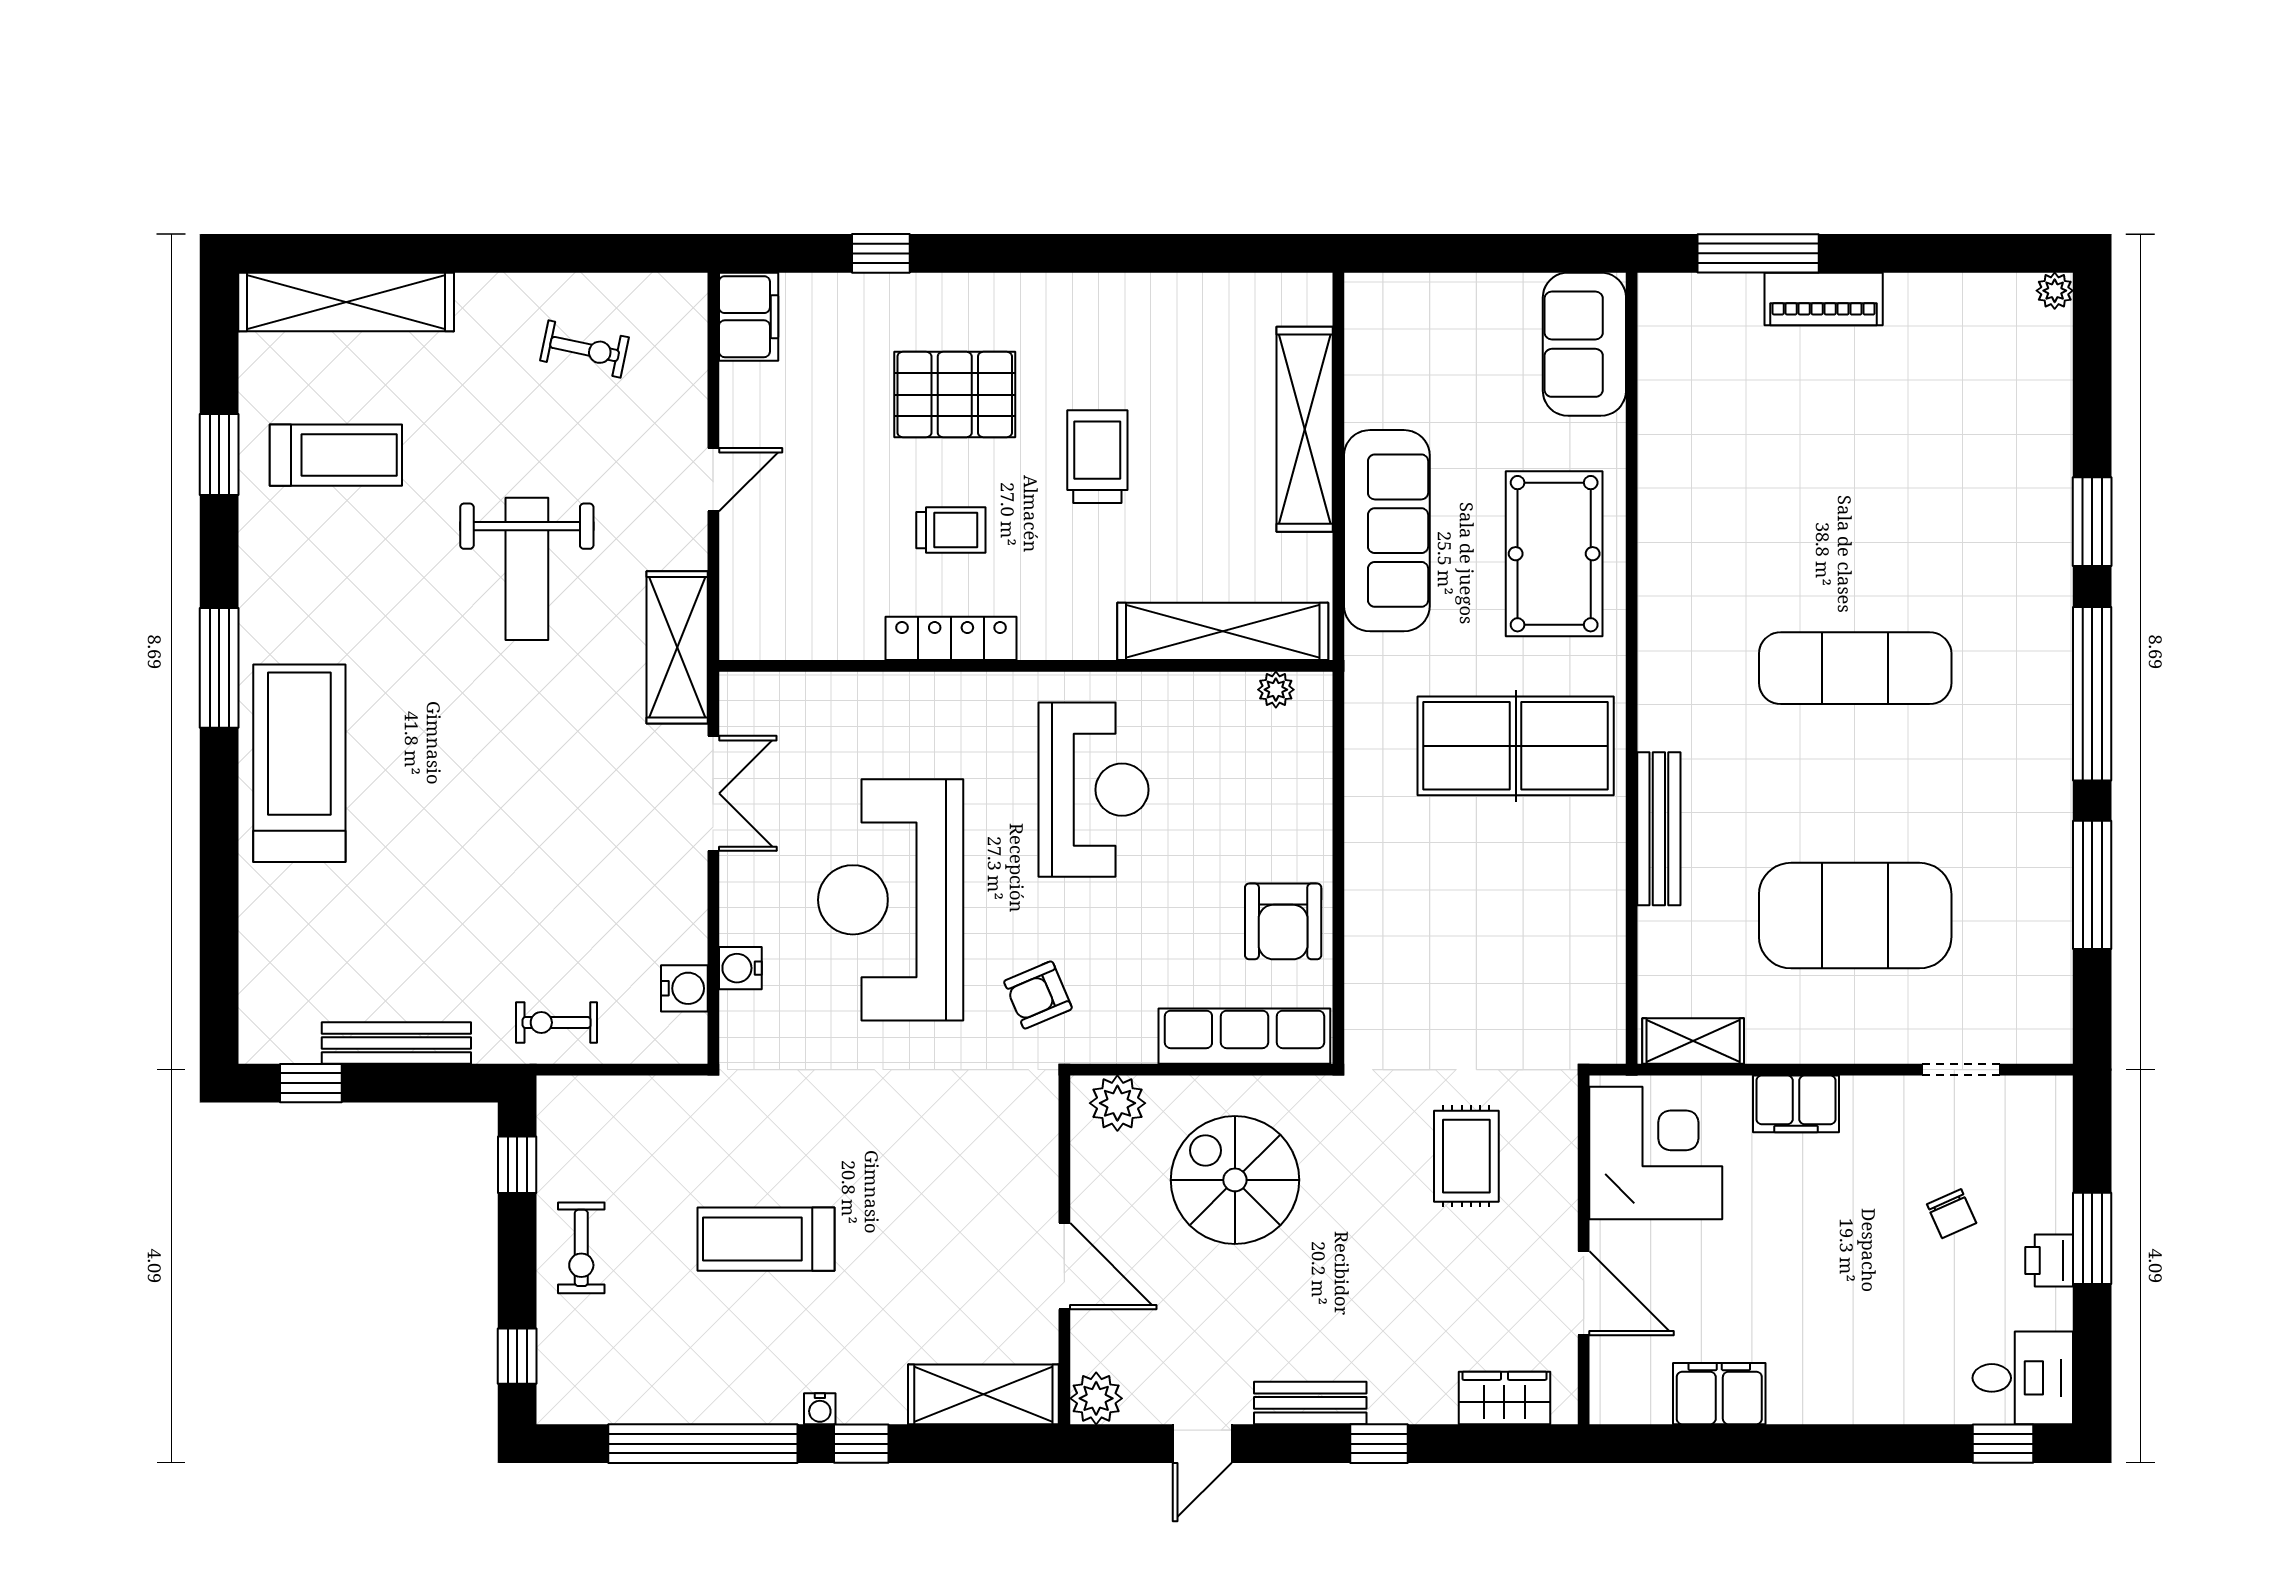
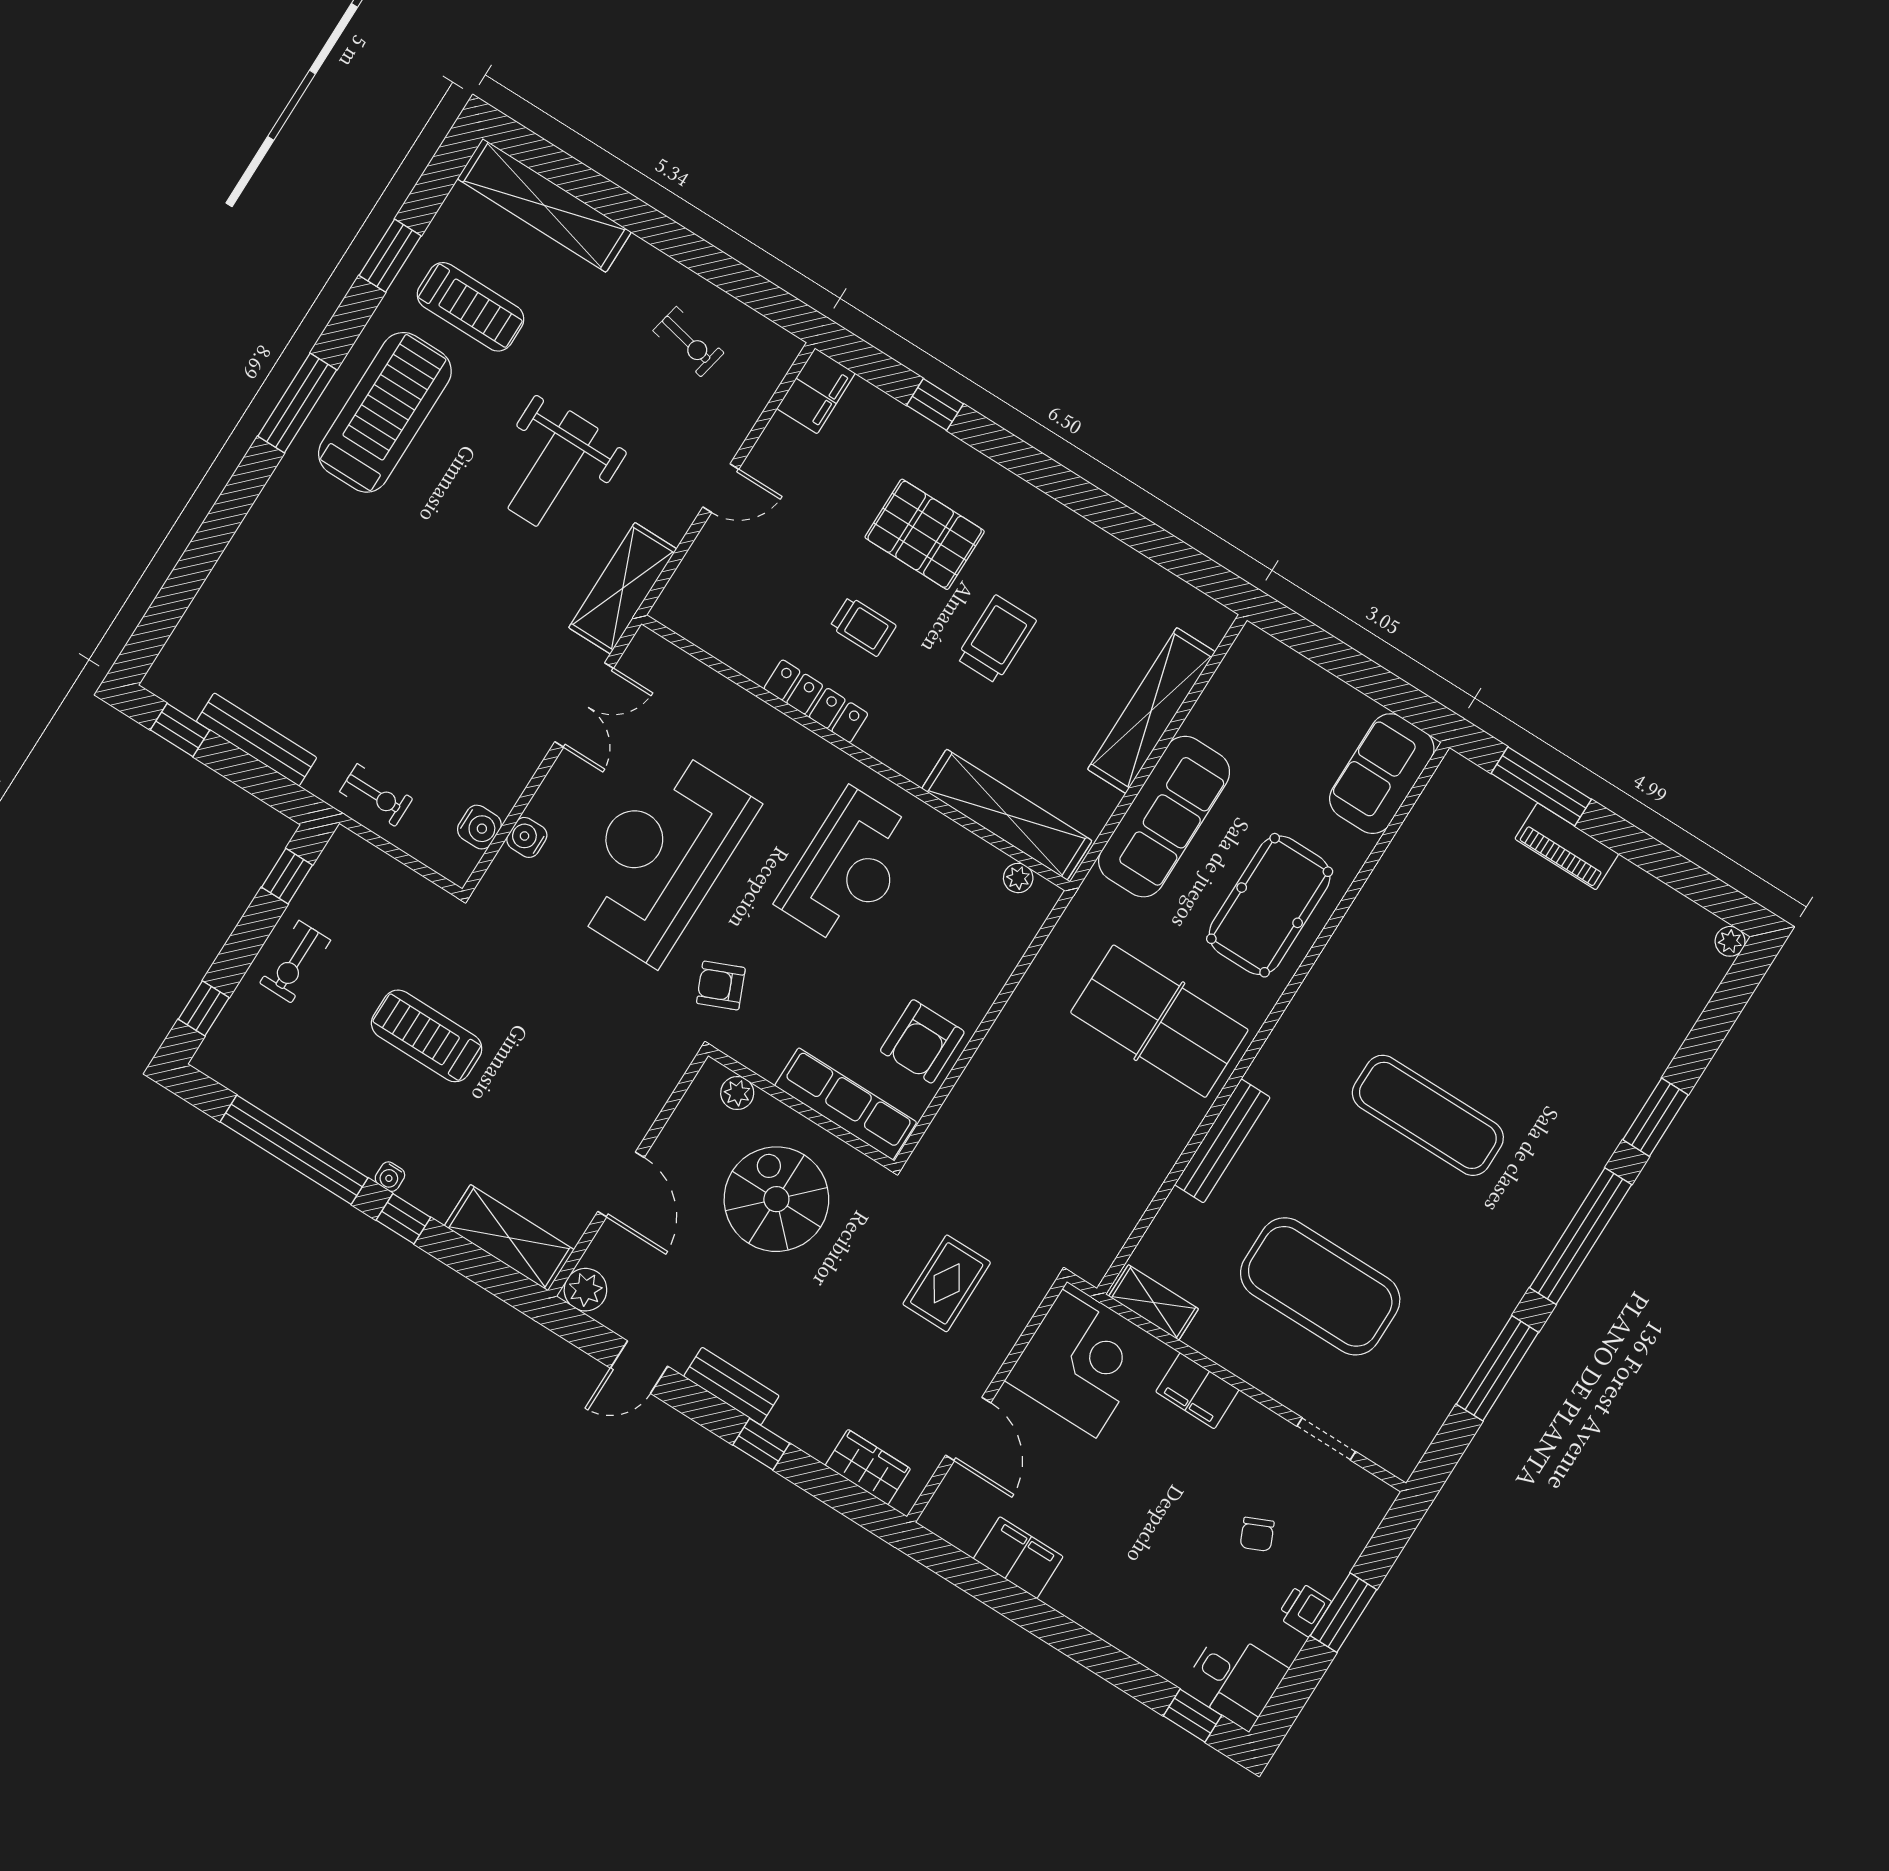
treadmill: (299, 763) -> (385, 412), moved
exercise bike: (557, 1023) -> (376, 795), turned 180
plant: (1117, 1103) -> (737, 1093), width x0.73, depth x0.73

